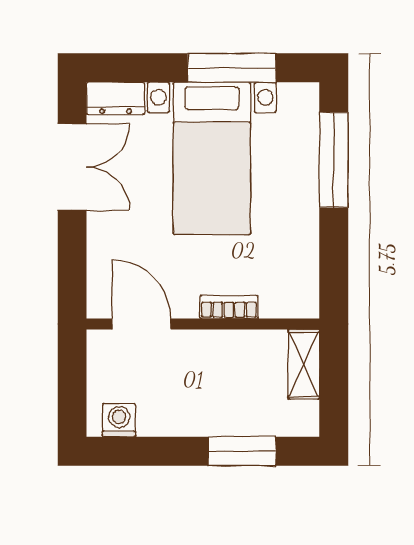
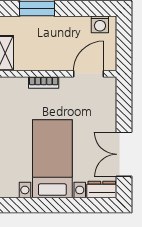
window: (232, 68) -> (42, 205), removed
door: (141, 324) -> (89, 74), swing flipped

